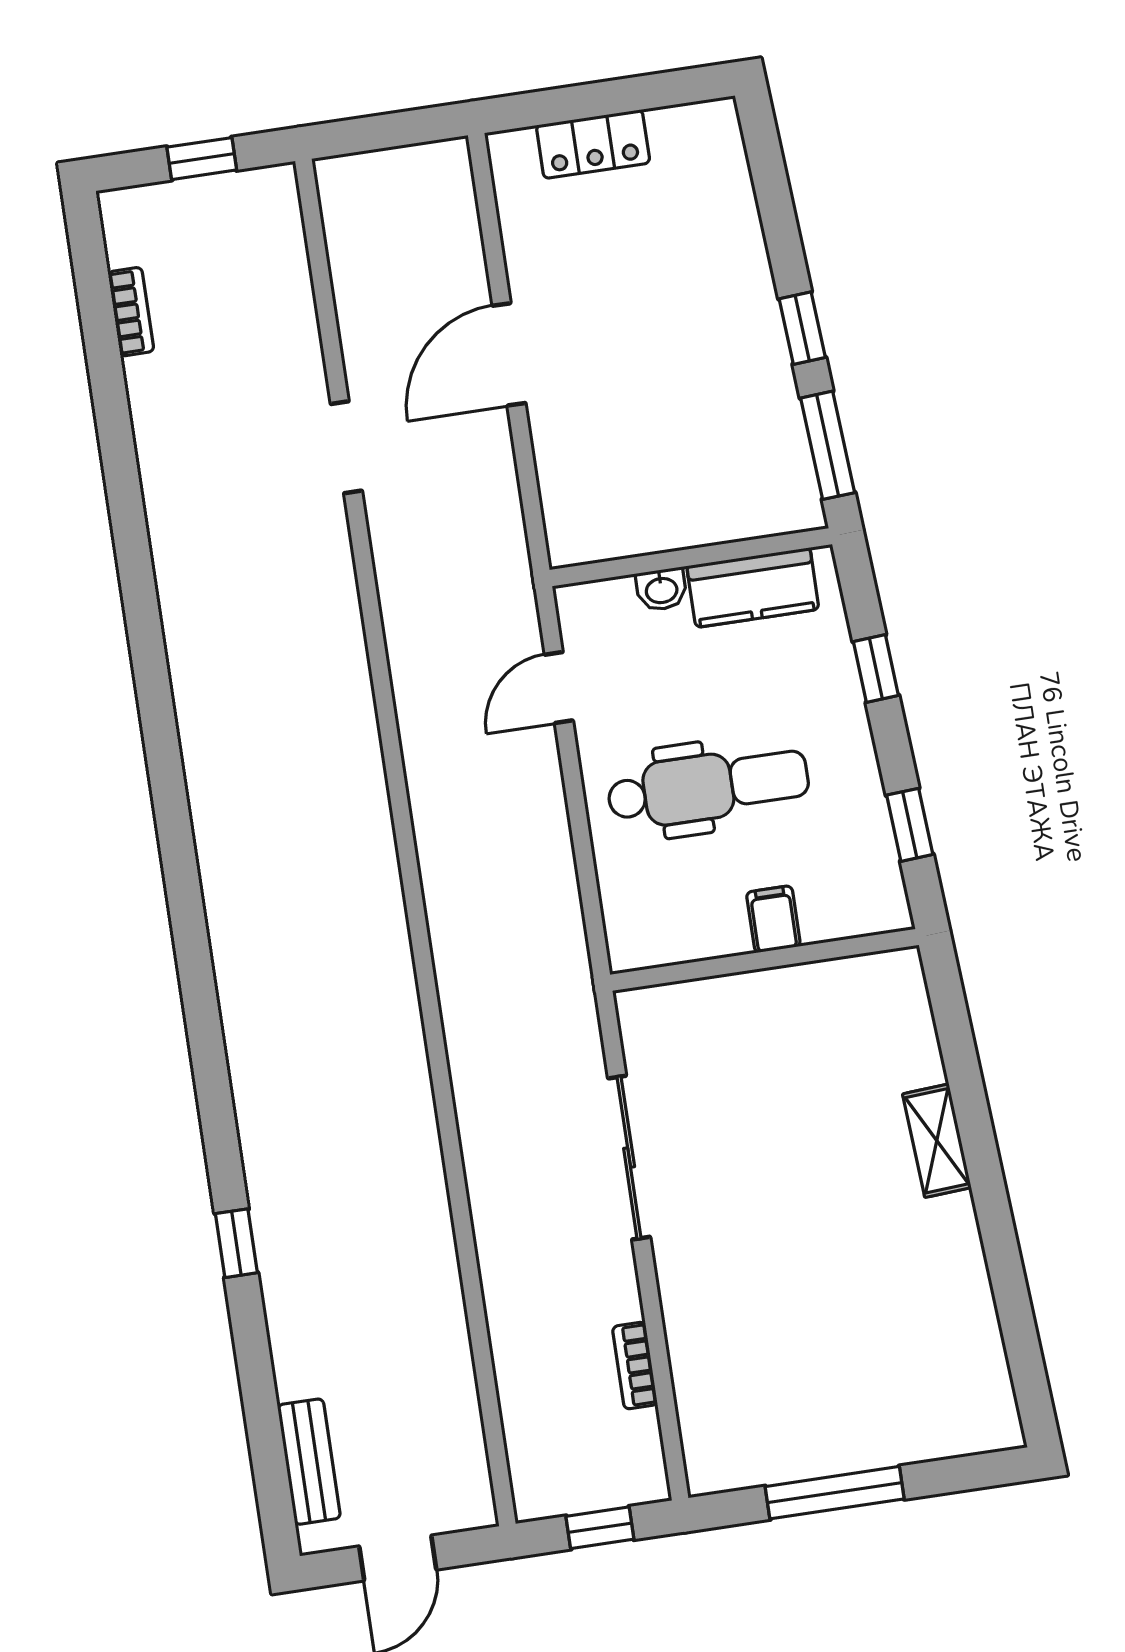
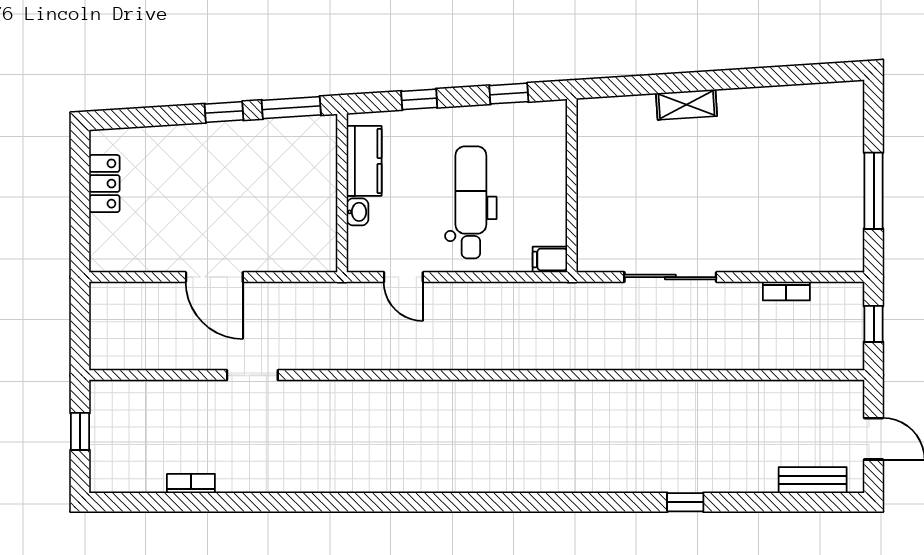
locker: (593, 144) -> (104, 184), moved
bookcase: (131, 312) -> (191, 483), moved
filing cabinet: (773, 919) -> (550, 259), moved

